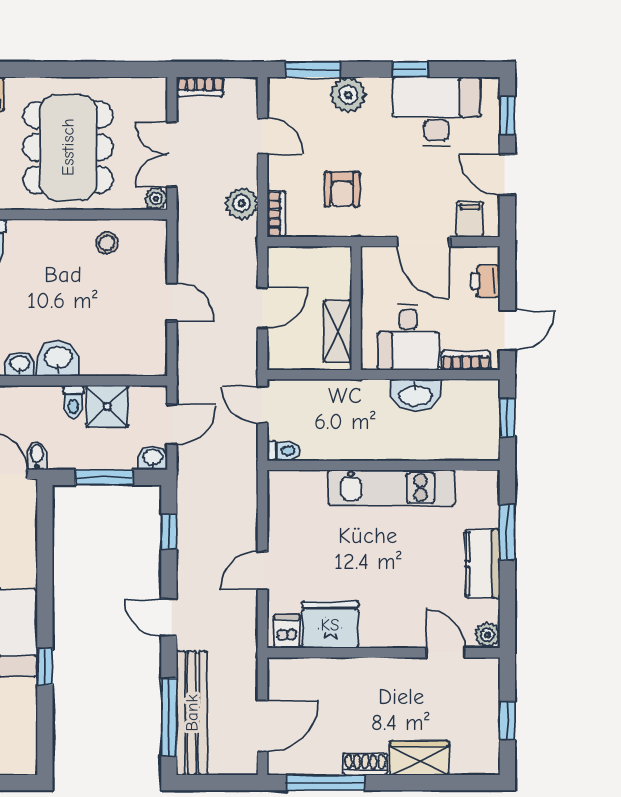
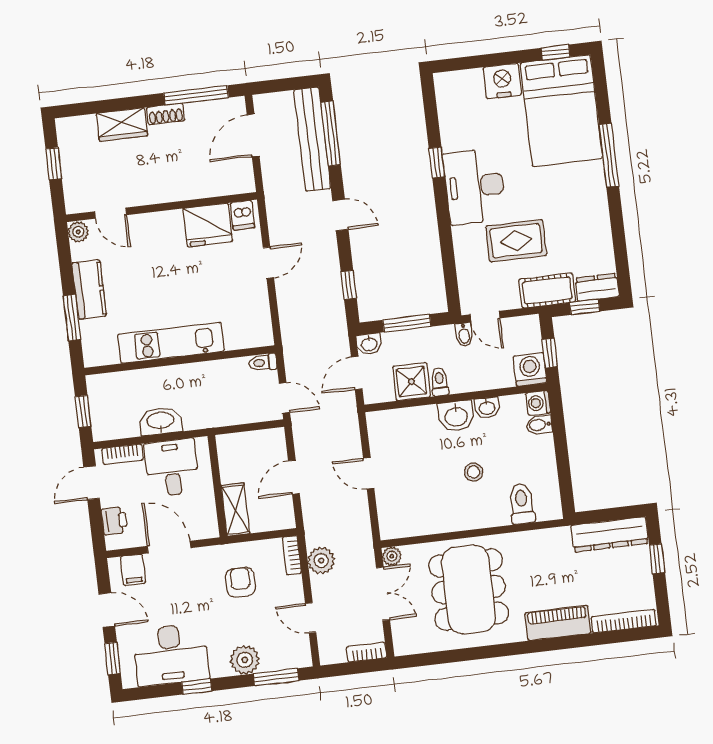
stool: (107, 243) -> (473, 472), moved
shelving: (338, 331) -> (235, 510), moved

